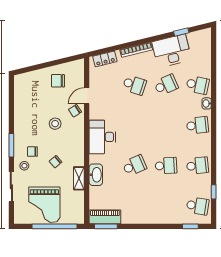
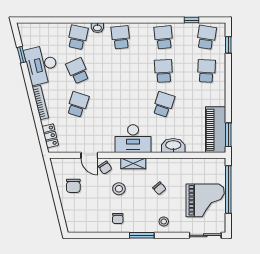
chair: (32, 152) -> (118, 219), moved
school desk: (134, 166) -> (163, 104), turned 42
shelving: (79, 178) -> (133, 163), moved
sliding door: (11, 187) -> (205, 235), moved
school desk: (166, 206) -> (206, 71), added
piano: (105, 217) -> (216, 130), width x1.37, depth x1.33

